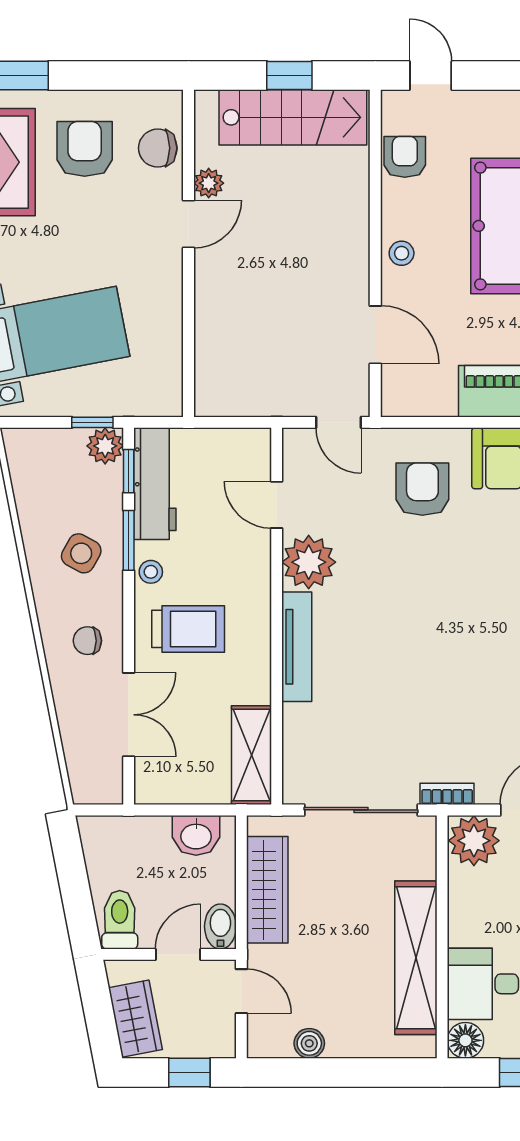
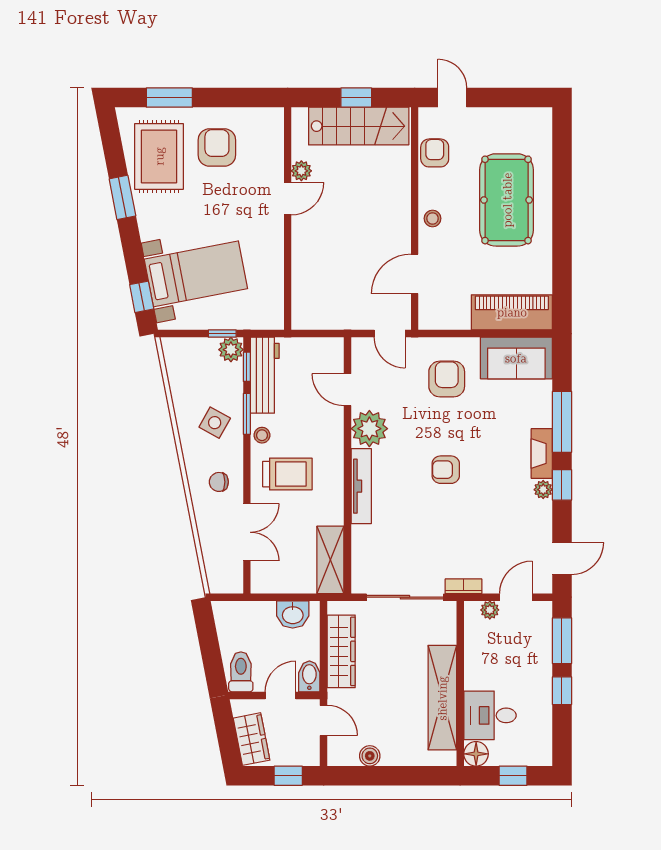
chair: (158, 148) -> (267, 147), removed
door: (375, 335) -> (415, 274), swing flipped
armchair: (421, 623) -> (446, 470), added
plant: (474, 841) -> (490, 610), width x0.53, depth x0.53

